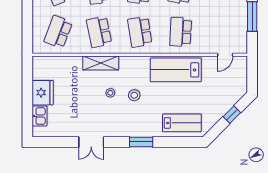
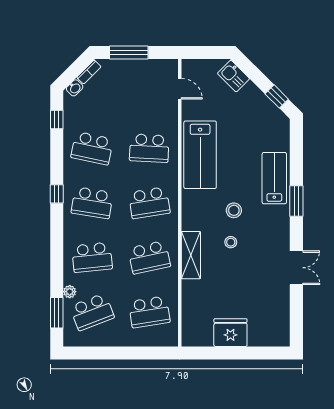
school desk: (58, 32) -> (149, 312), turned -30
window: (232, 115) -> (277, 96), moved
kitchen sink: (40, 116) -> (233, 76), moved, turned -135
lab bench: (182, 123) -> (274, 178), moved

